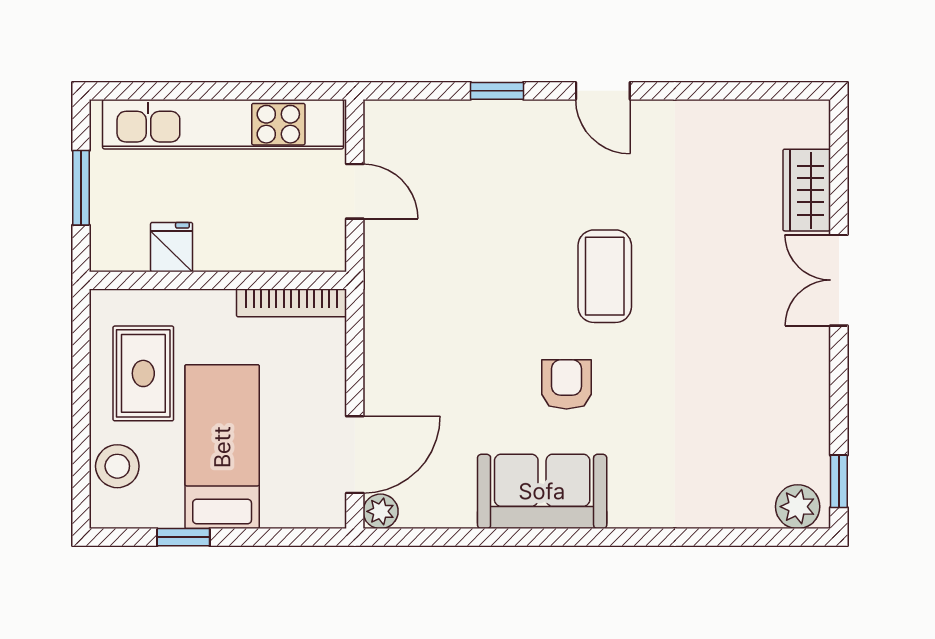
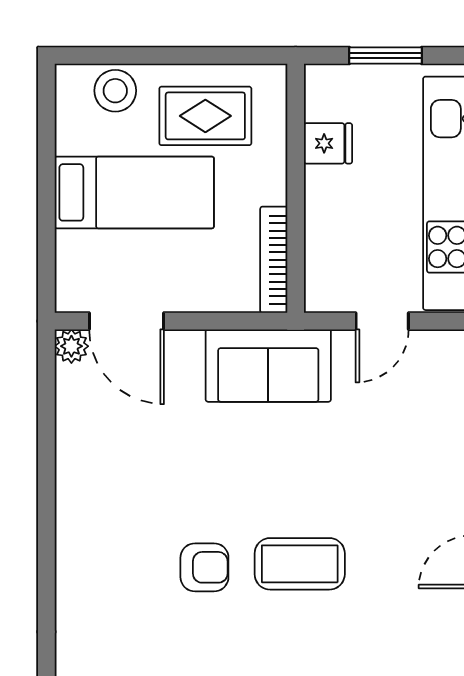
armchair: (566, 384) -> (204, 567), moved
sofa: (542, 491) -> (268, 366), moved, turned 90
window: (183, 537) -> (46, 155), removed

